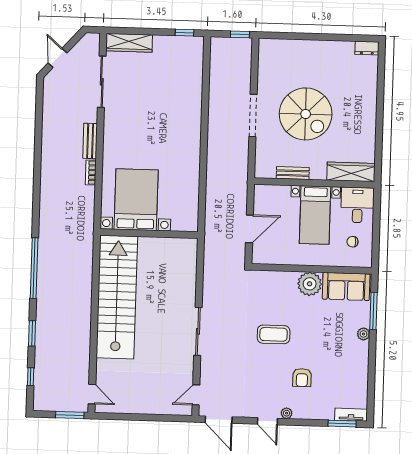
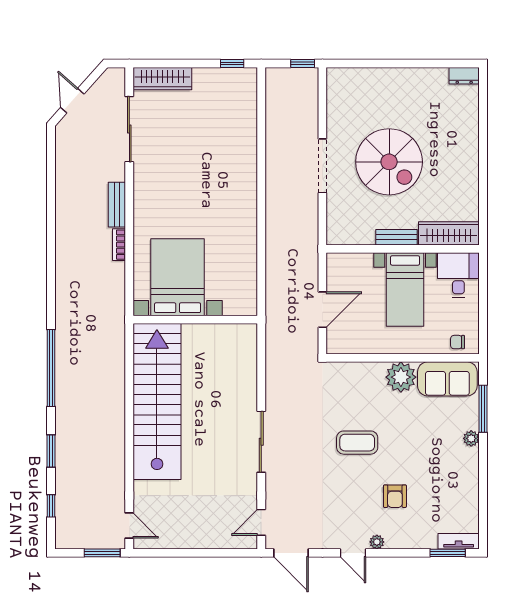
bench: (293, 173) -> (396, 237), moved
chair: (353, 242) -> (458, 342), moved

